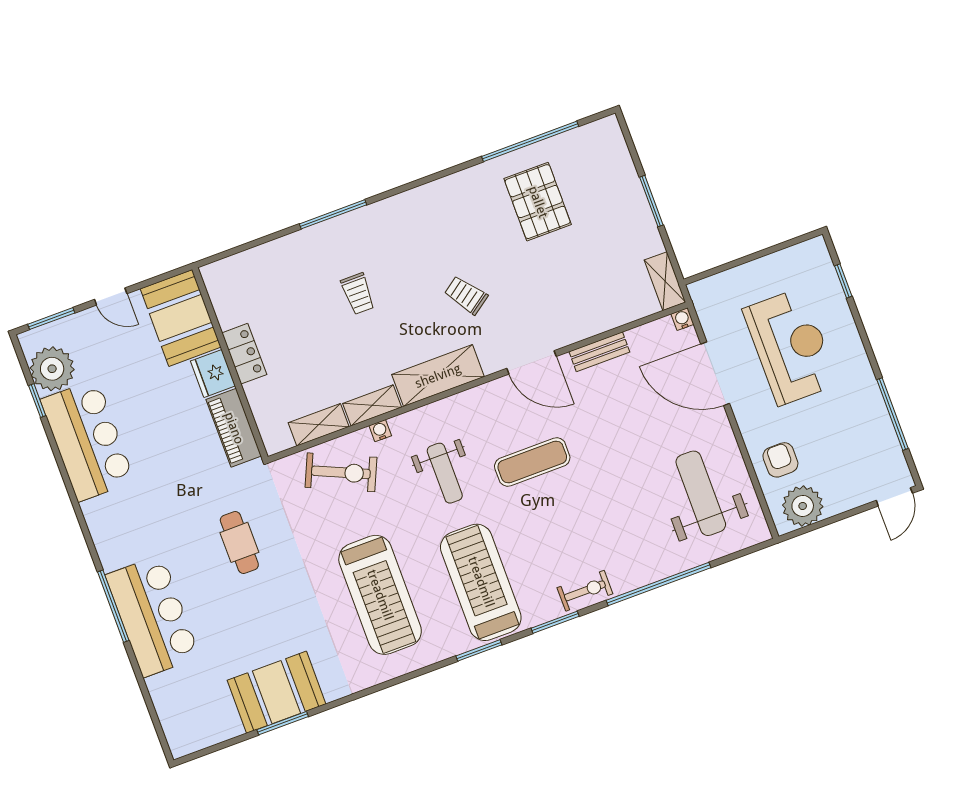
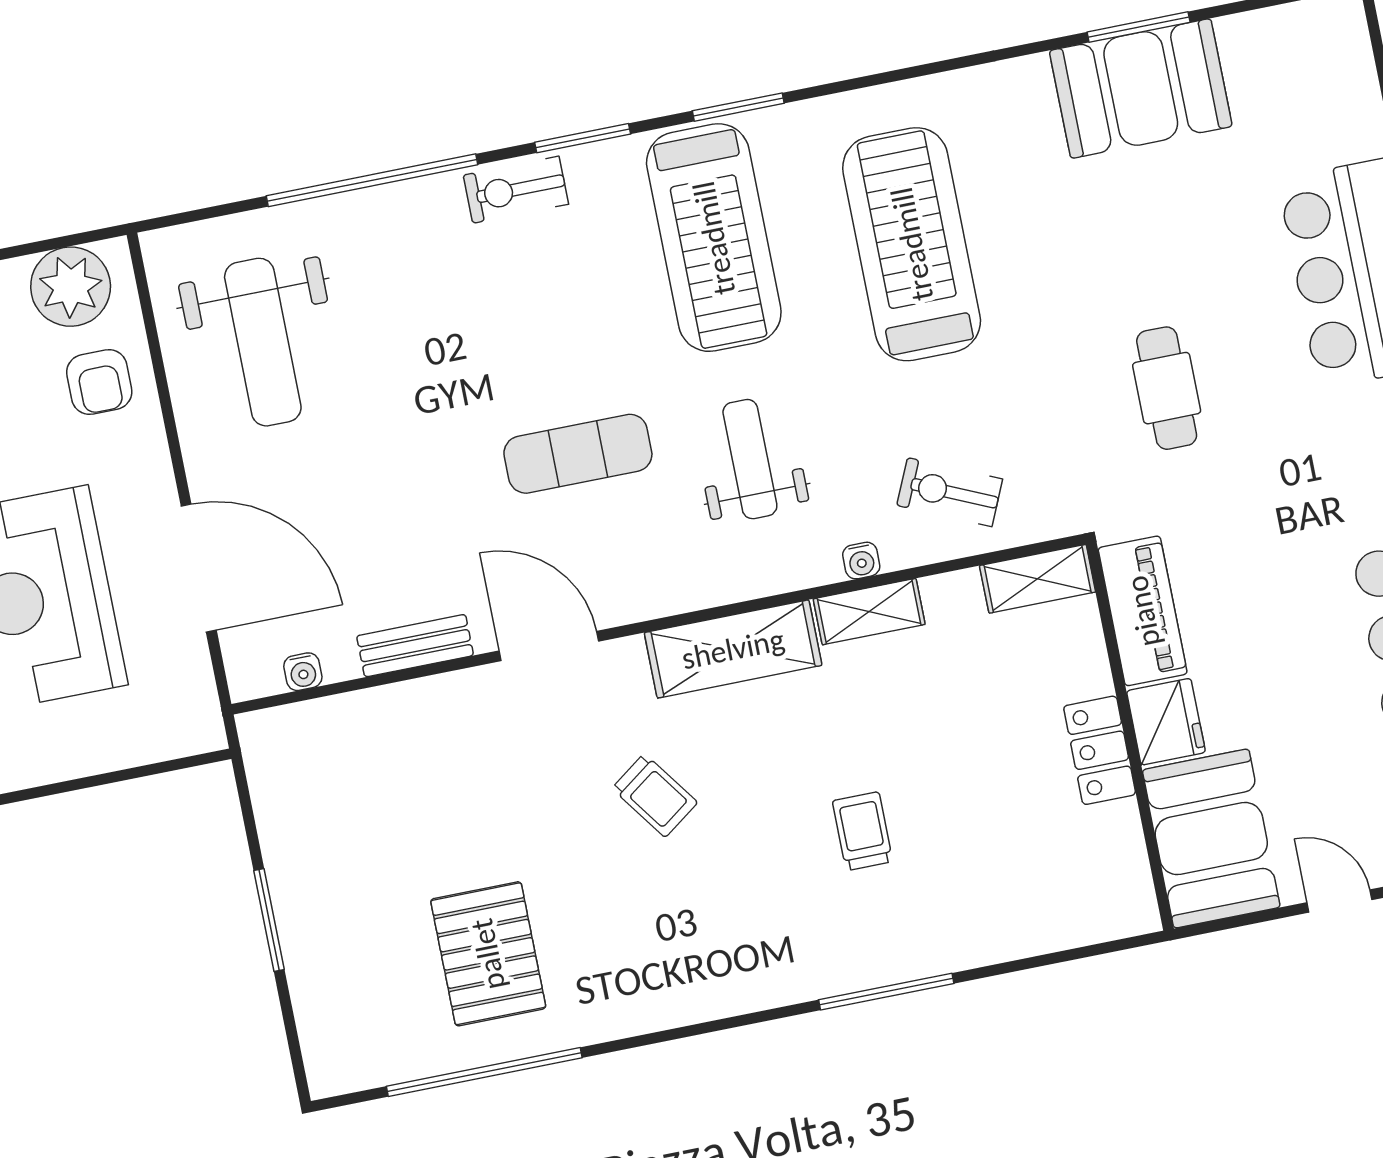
shelving: (665, 281) -> (267, 762), removed
water cooler: (682, 319) -> (303, 672), moved
shelving: (319, 425) -> (1038, 579), moved
exercise bike: (341, 472) -> (950, 492), width x0.73, depth x0.72

